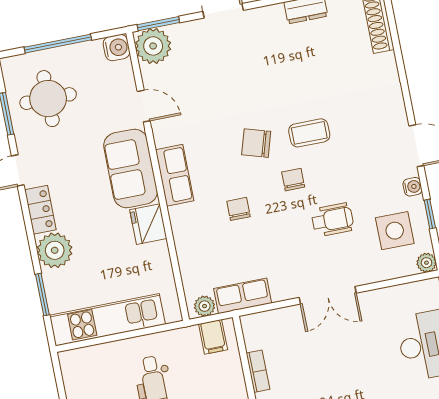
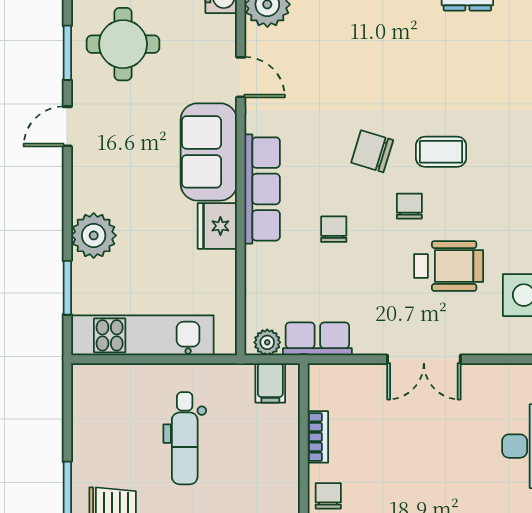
row of seats: (175, 175) -> (262, 189), width x1.48
locker: (40, 210) -> (86, 181), removed
wheelchair: (332, 220) -> (449, 266), width x1.36, depth x1.37

